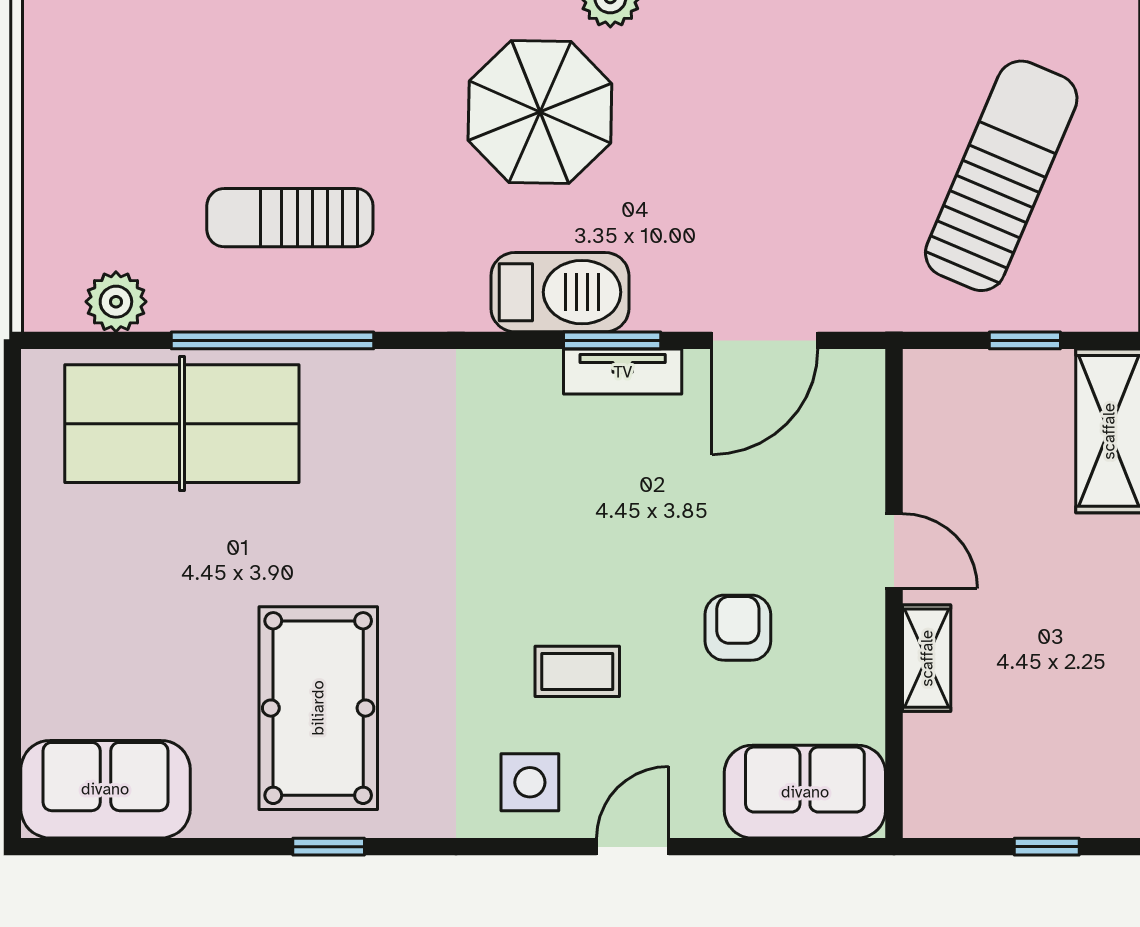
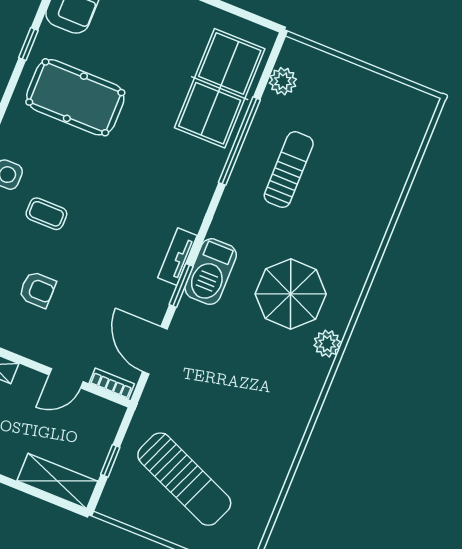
tv unit: (623, 372) -> (177, 257), moved
bookcase: (867, 401) -> (112, 384), added
door: (894, 551) -> (66, 378), moved
coffee table: (577, 671) -> (46, 214), turned 90
window: (329, 847) -> (28, 44), moved

